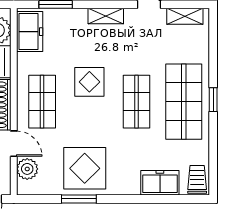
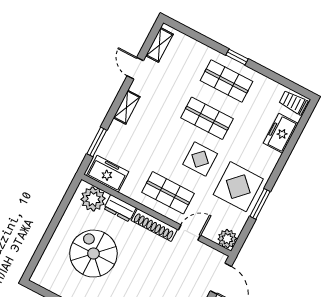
display table: (89, 82) -> (200, 159), moved
shop shelf: (184, 102) -> (226, 81), width x0.70, depth x0.74
plant: (27, 169) -> (227, 239), moved

